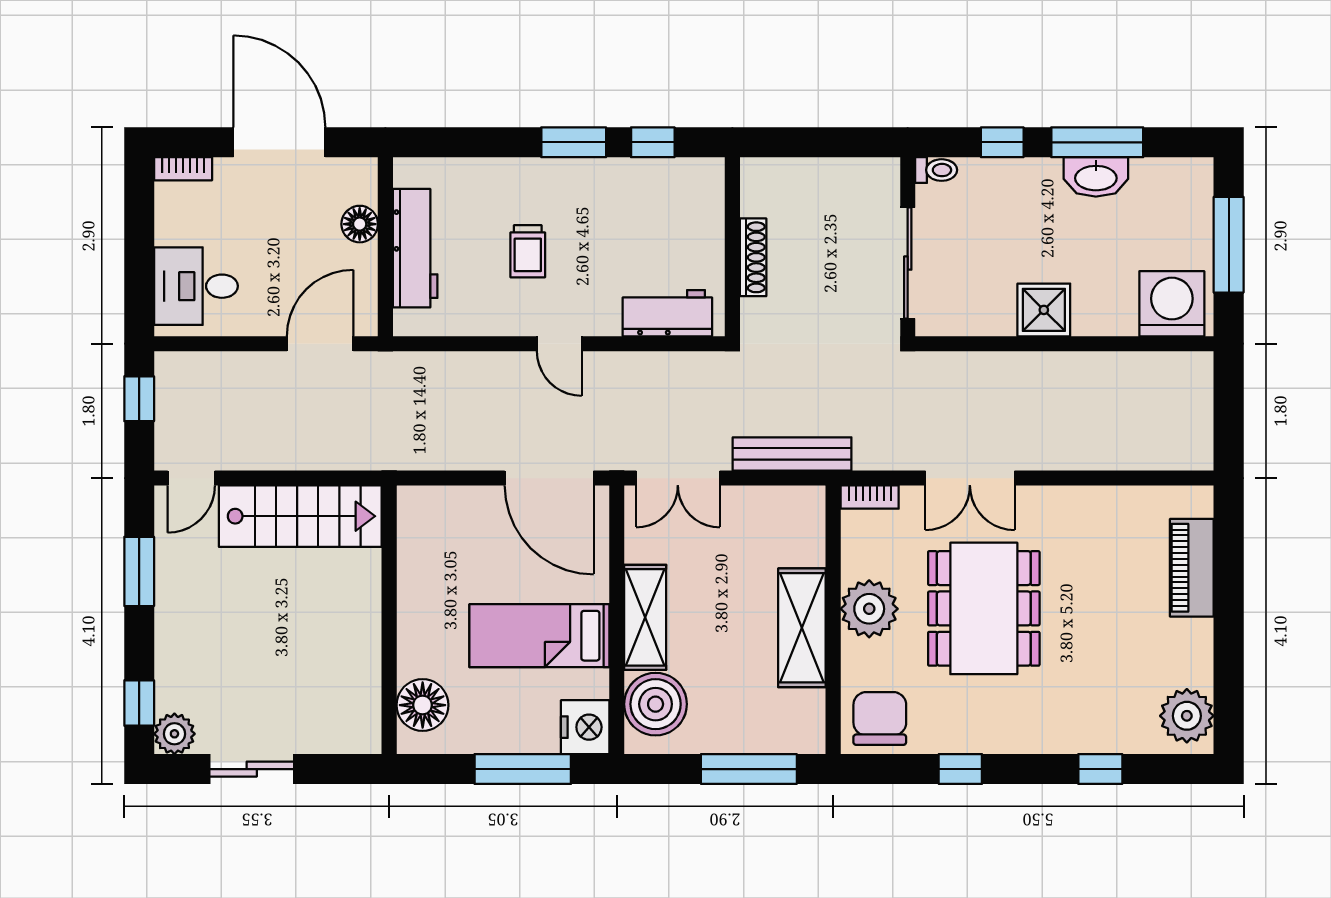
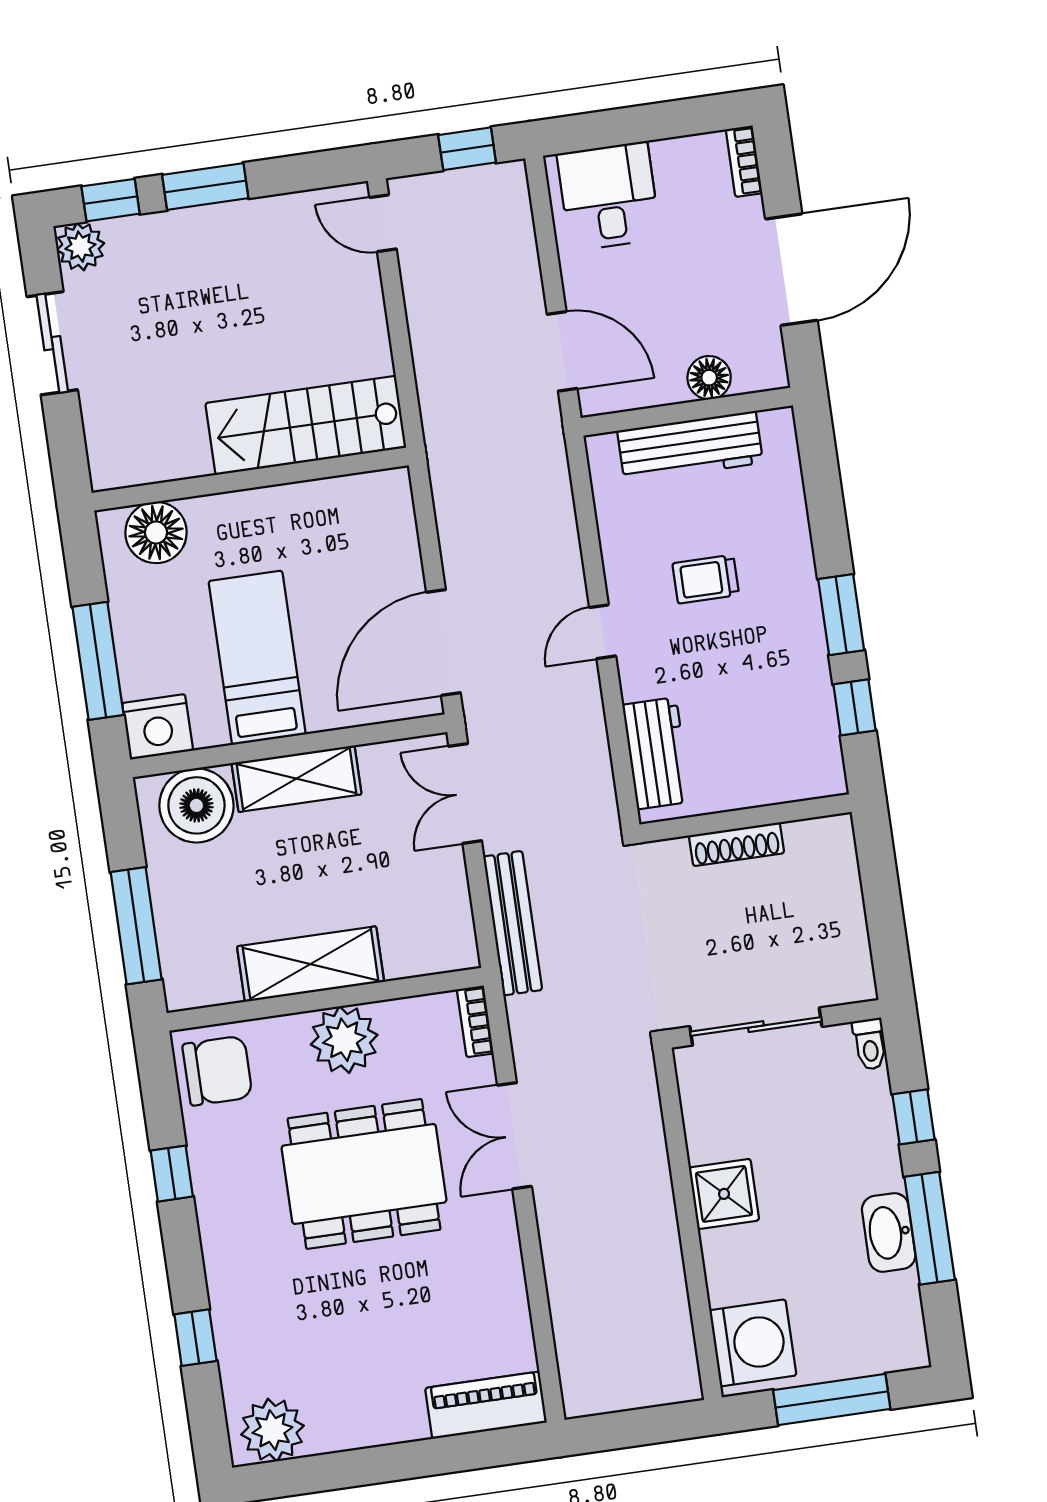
stairs: (300, 516) -> (306, 425), moved, turned 90
piano: (1192, 568) -> (486, 1405), moved
window: (139, 571) -> (205, 186), moved

